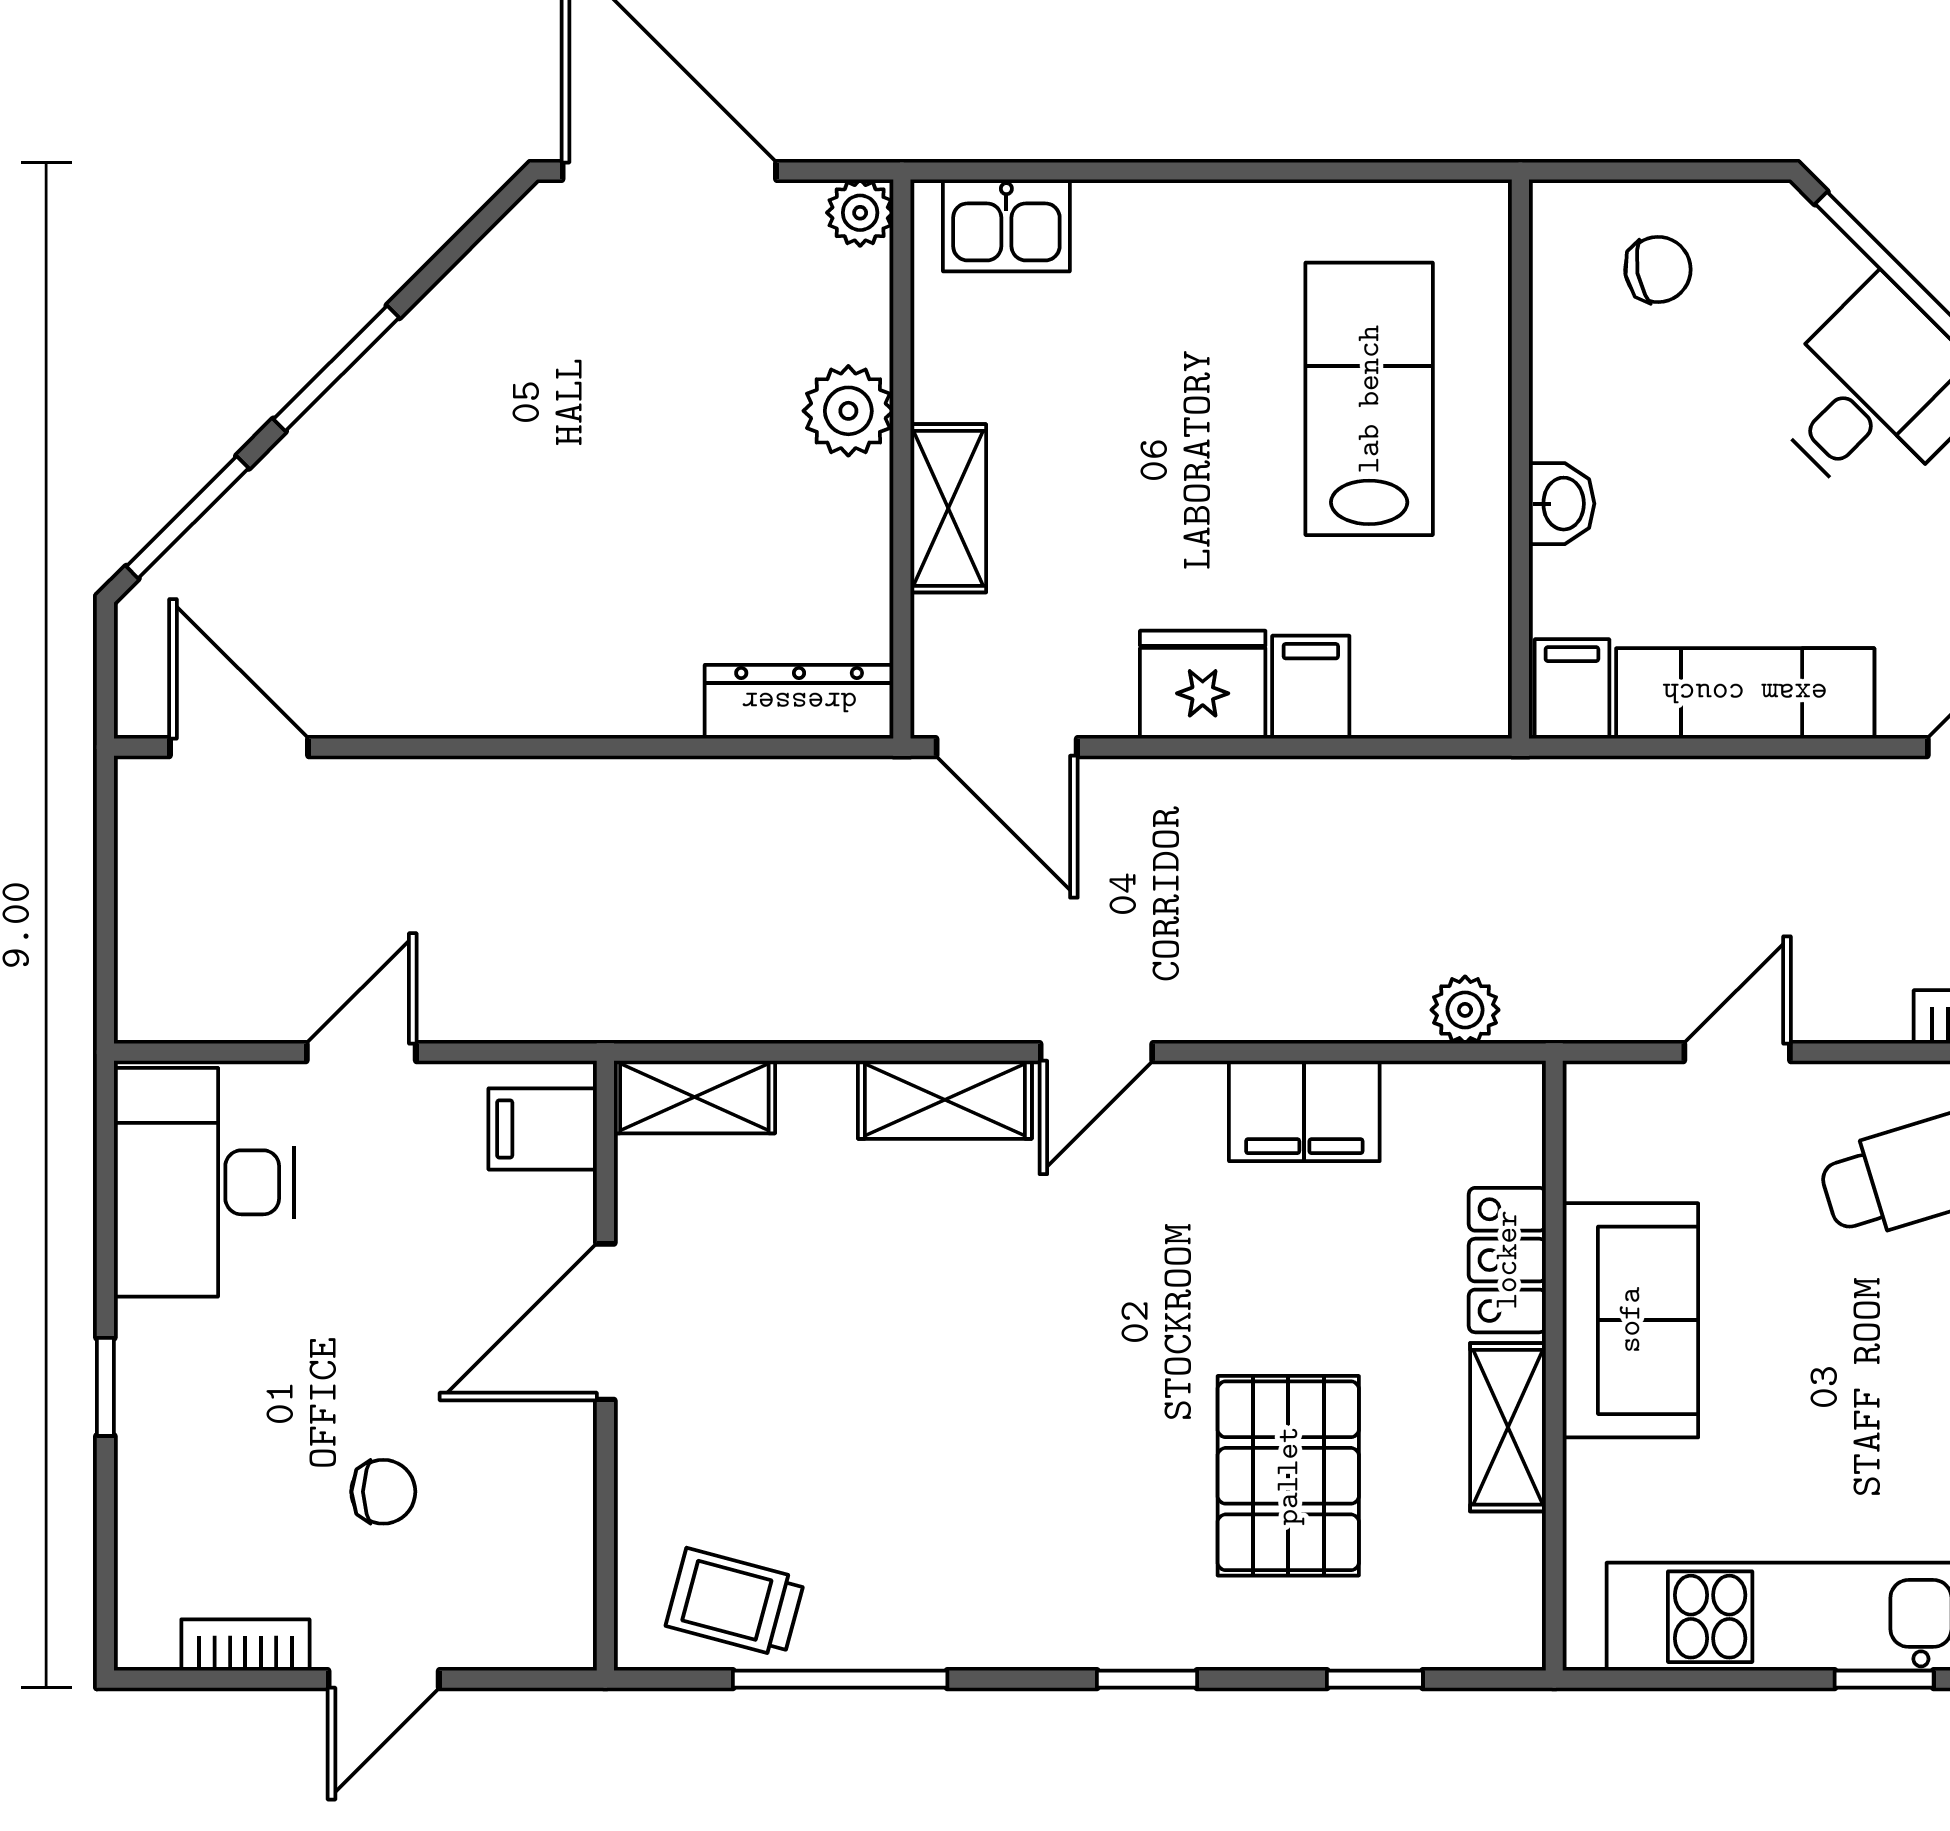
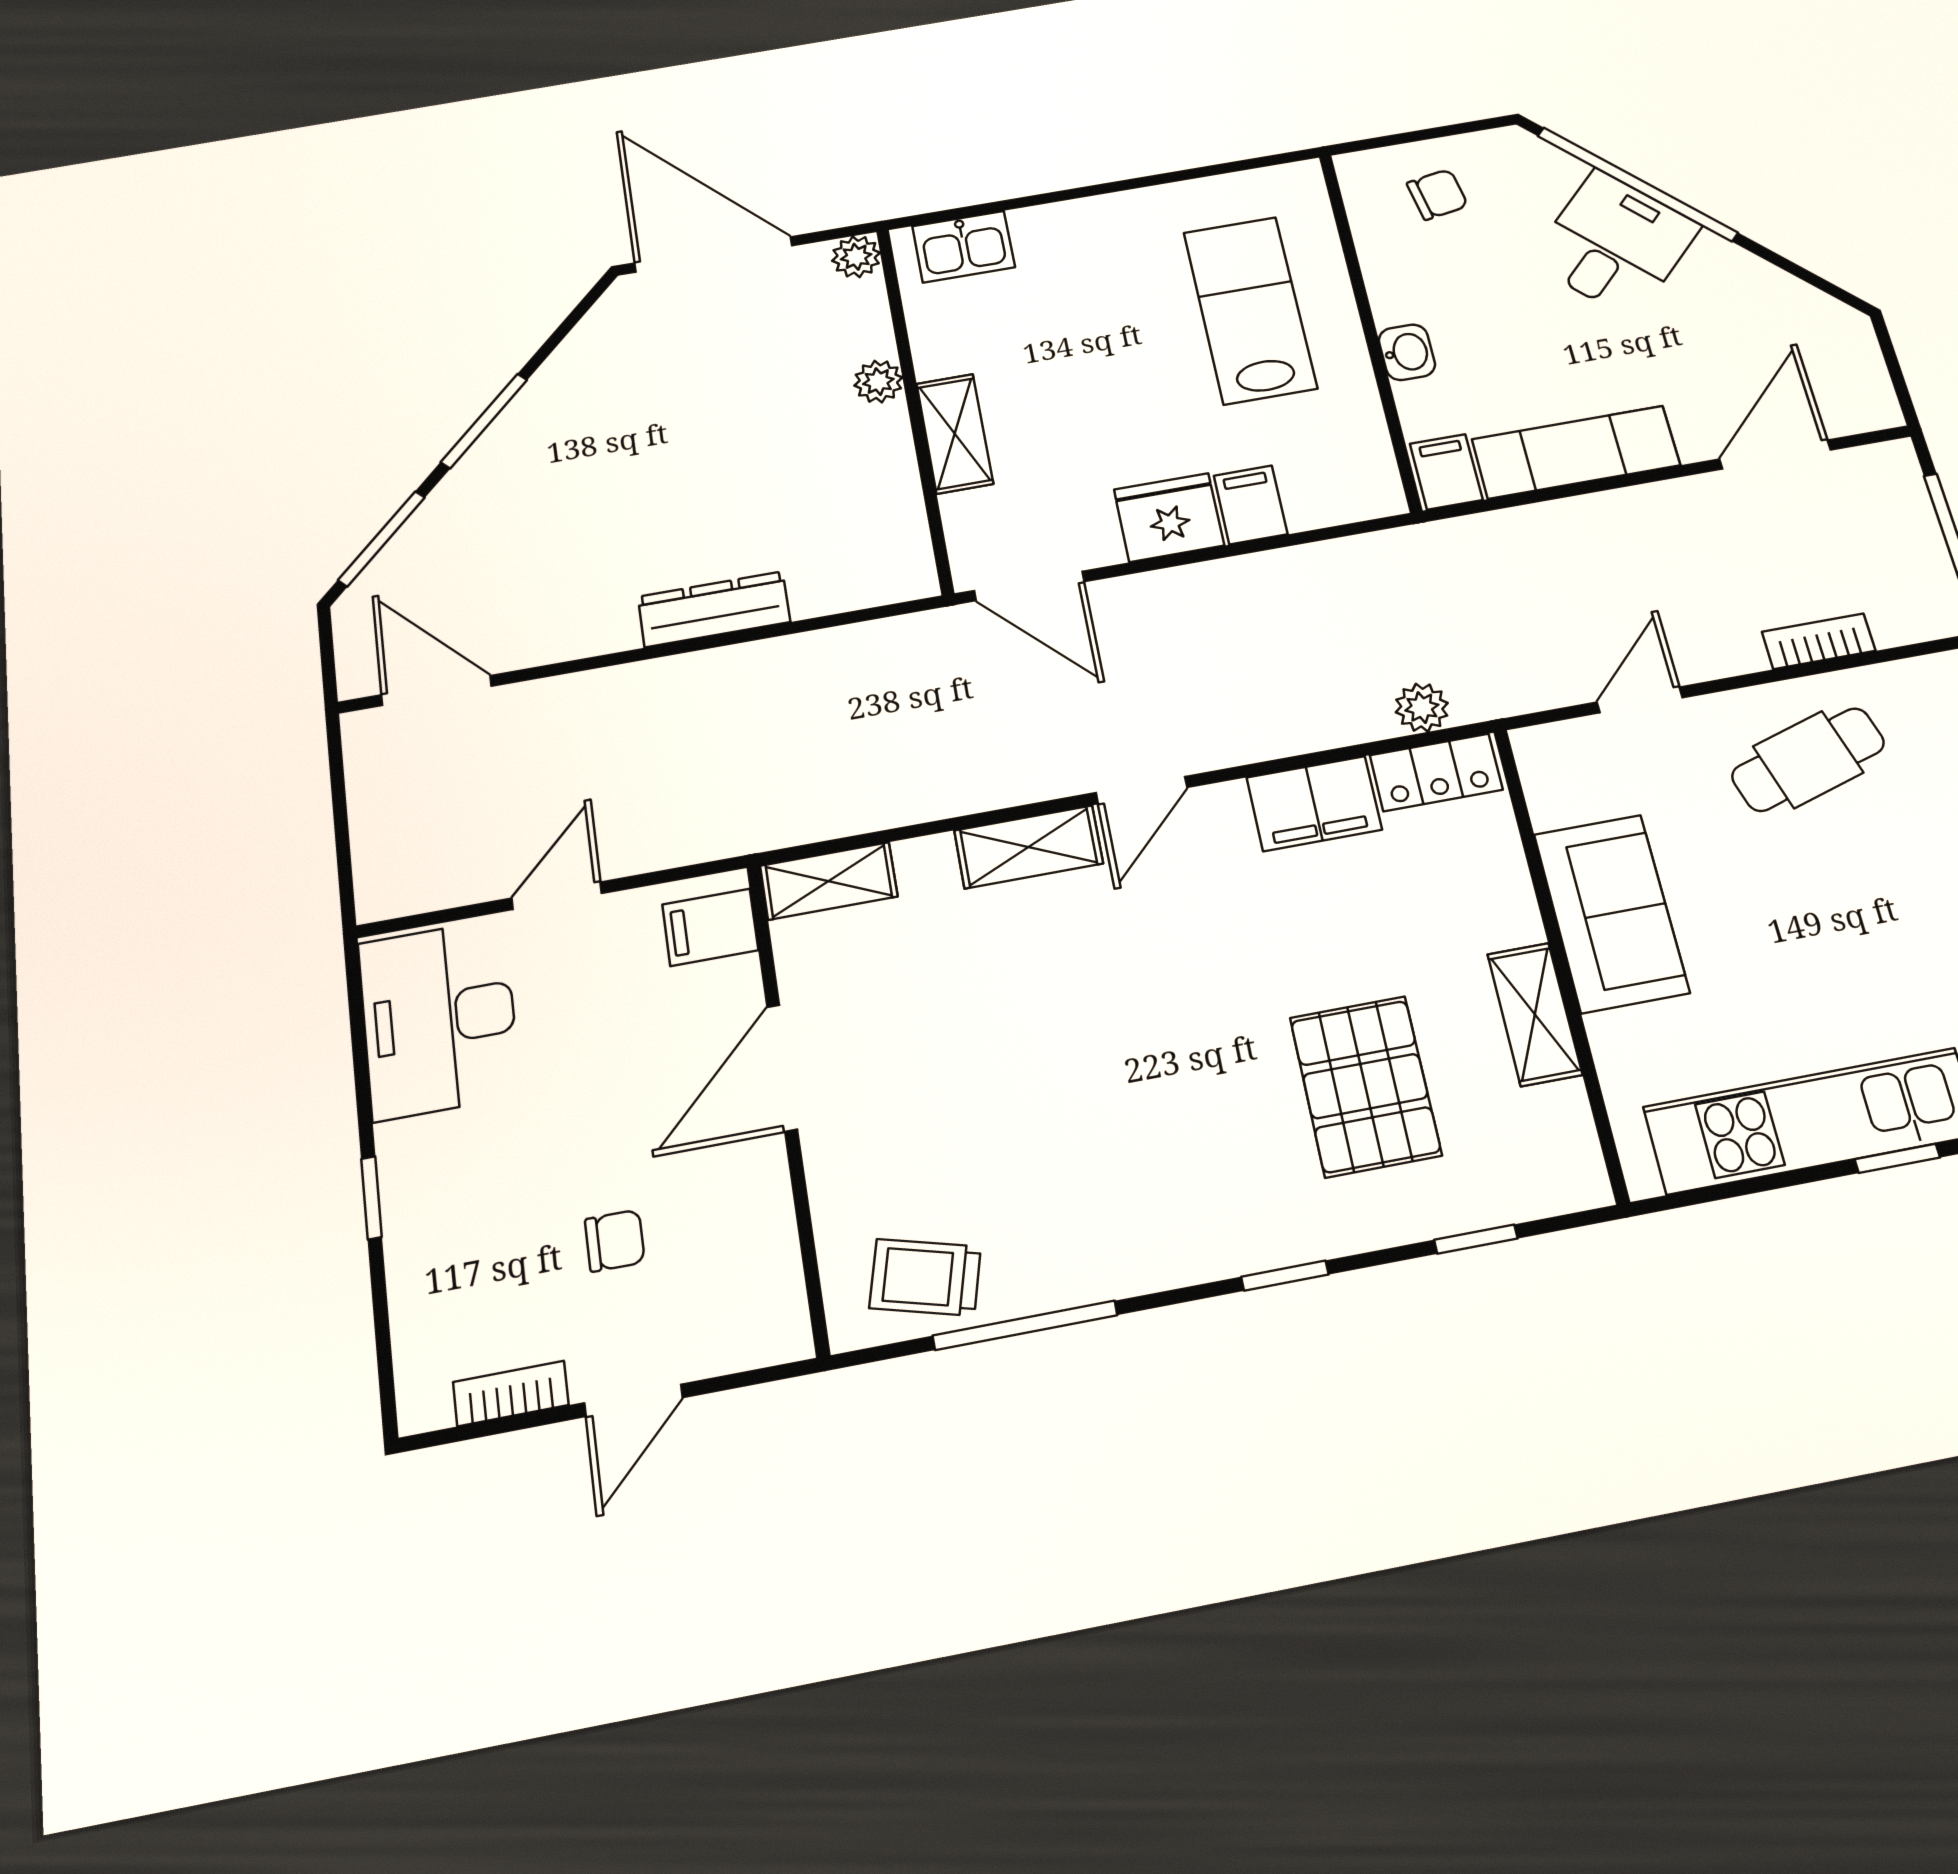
plant: (848, 411) -> (878, 382), width x0.73, depth x0.73
dresser: (799, 702) -> (714, 609), moved
locker: (1507, 1260) -> (1436, 772), moved, turned -90

